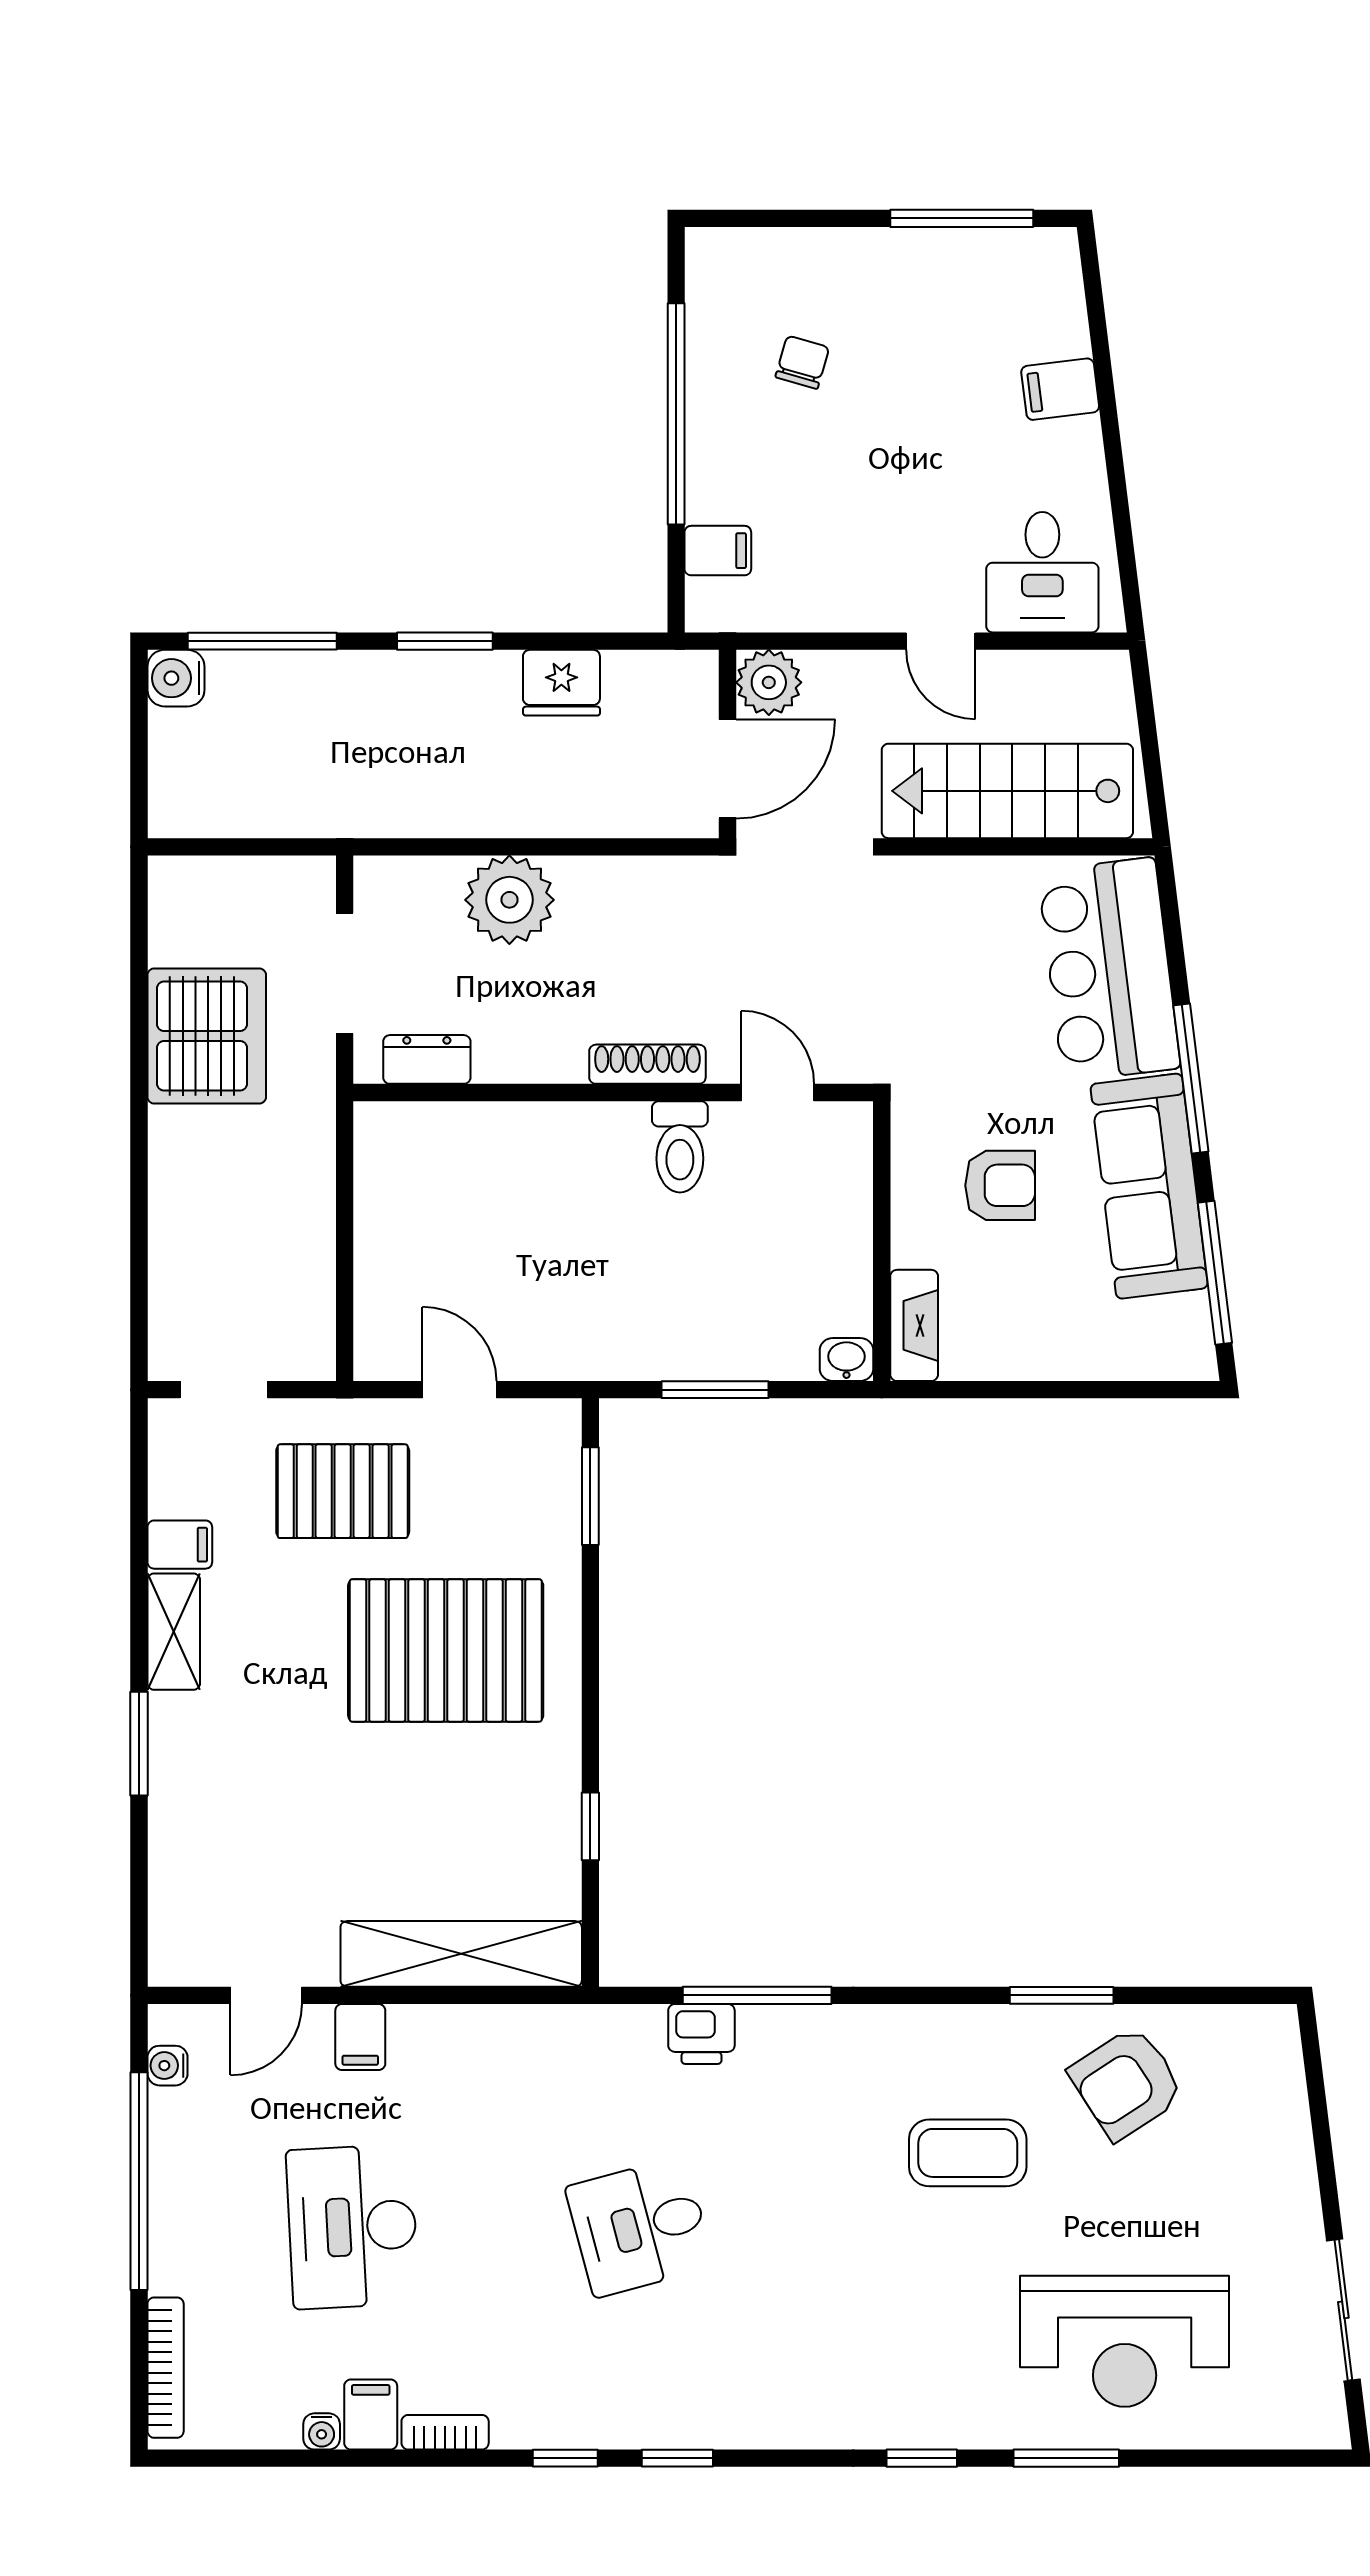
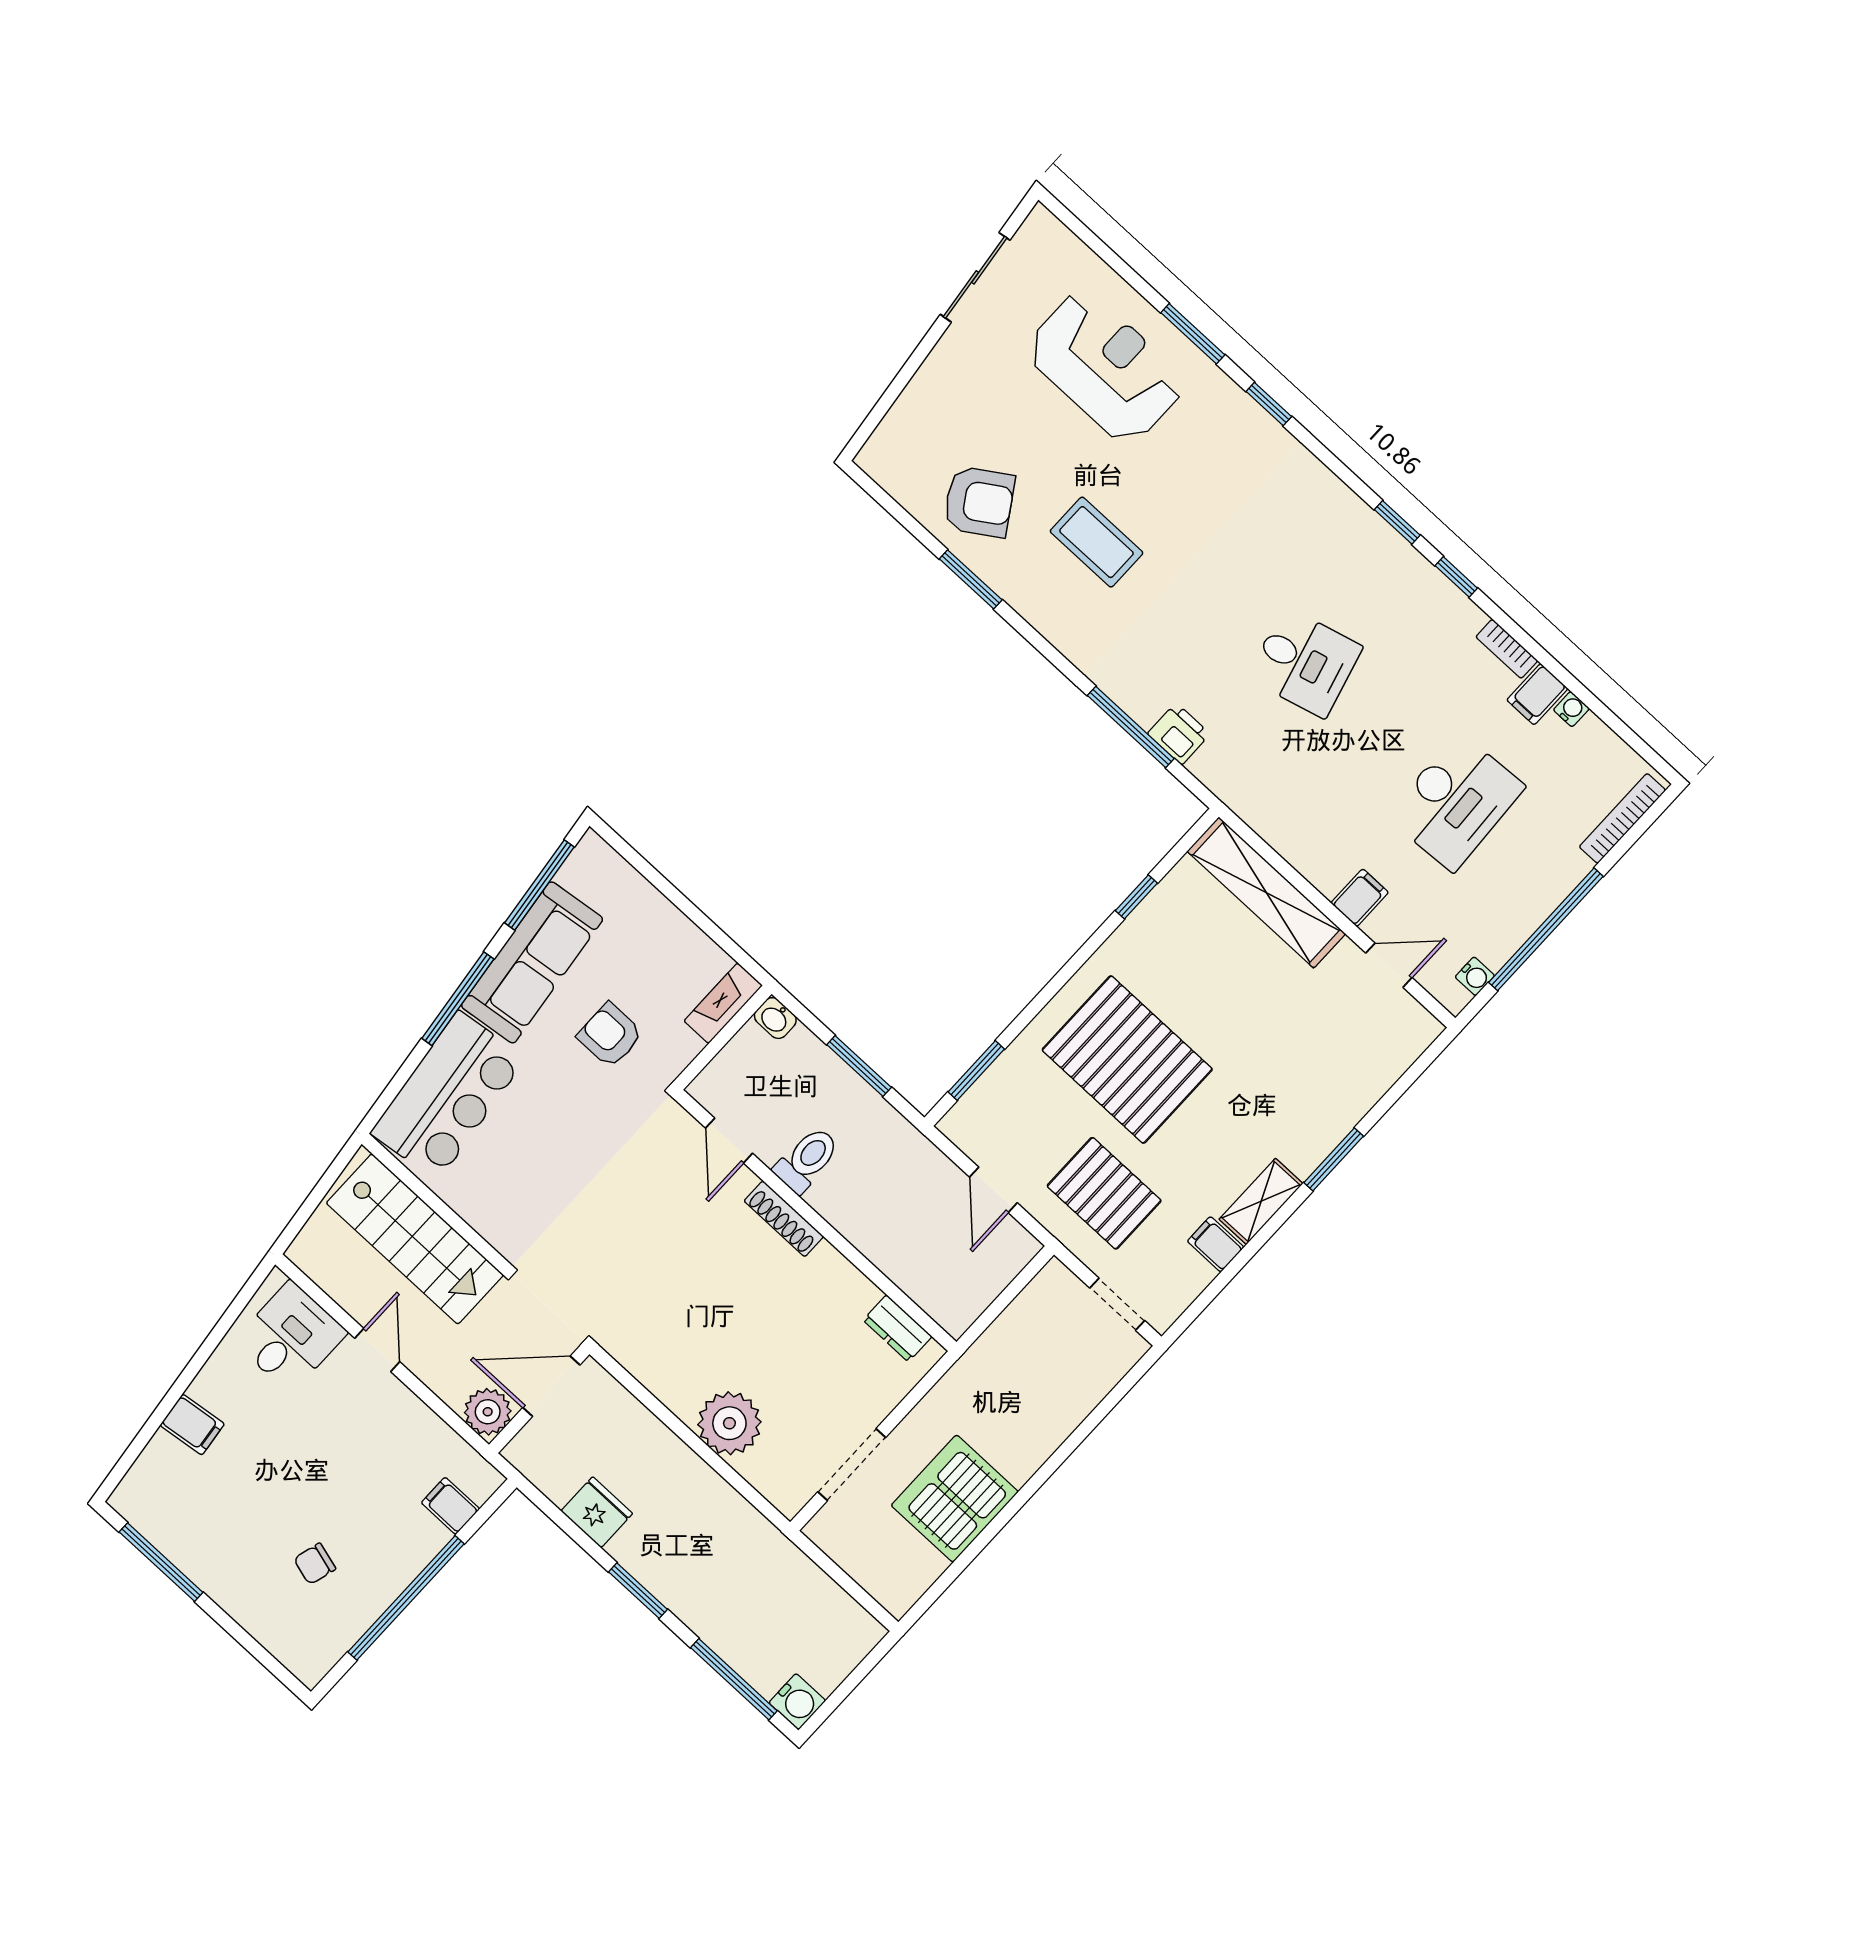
dresser: (427, 1059) -> (898, 1328), moved
shoe rack: (647, 1064) -> (784, 1219), moved
wall: (613, 1093) -> (816, 1221), moved
door: (778, 1093) -> (729, 1141), moved
toilet: (680, 1147) -> (807, 1160), moved

